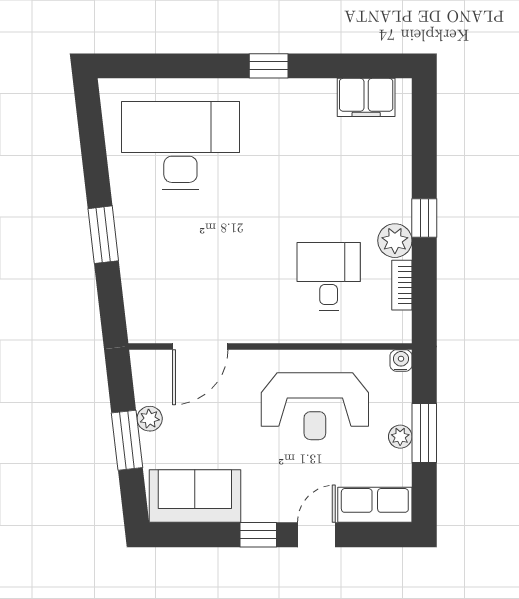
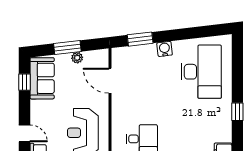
water cooler: (130, 226) -> (165, 49), added
window: (103, 235) -> (140, 39), moved
window: (258, 535) -> (24, 82), moved

